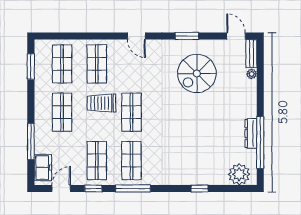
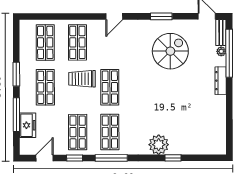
door: (136, 36) -> (114, 16), hinge flipped
window: (31, 66) -> (16, 74), moved
spiral stairs: (197, 74) -> (170, 51), turned 180
dresser: (251, 133) -> (221, 81), moved
window: (260, 142) -> (229, 53), moved
freezer: (43, 168) -> (28, 125), moved
plant: (239, 174) -> (159, 145), moved

